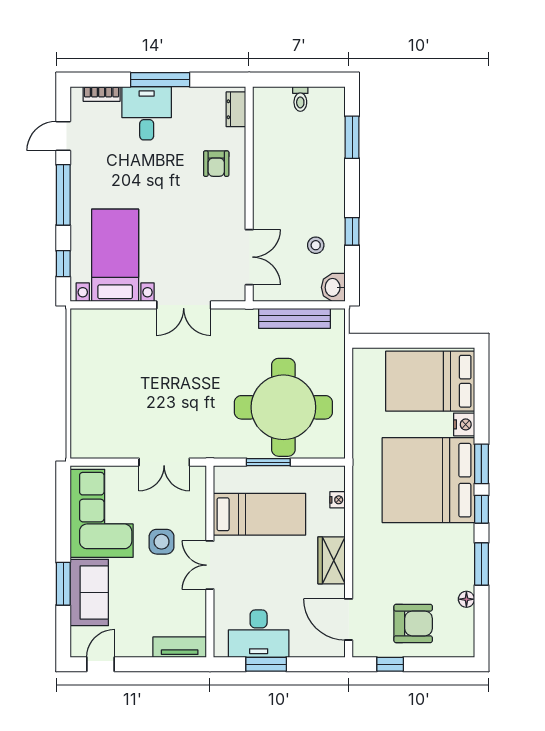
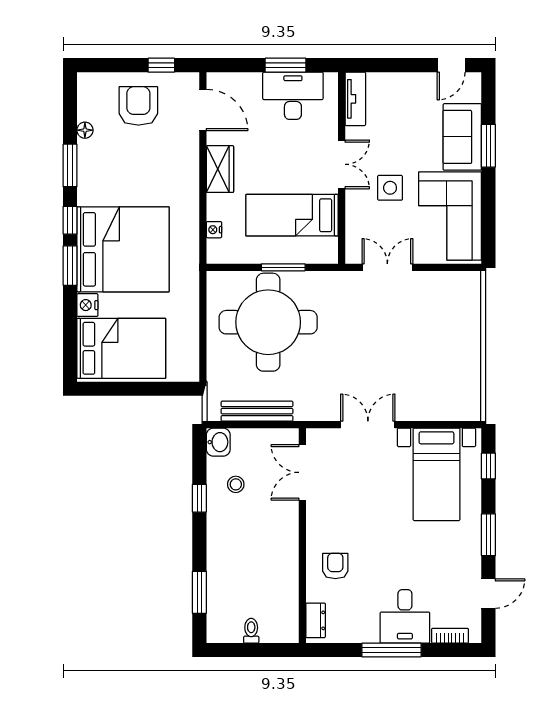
window: (63, 195) -> (488, 535), width x0.69
armchair: (413, 623) -> (138, 106), turned 90
tv unit: (180, 647) -> (355, 99), moved, turned -90

